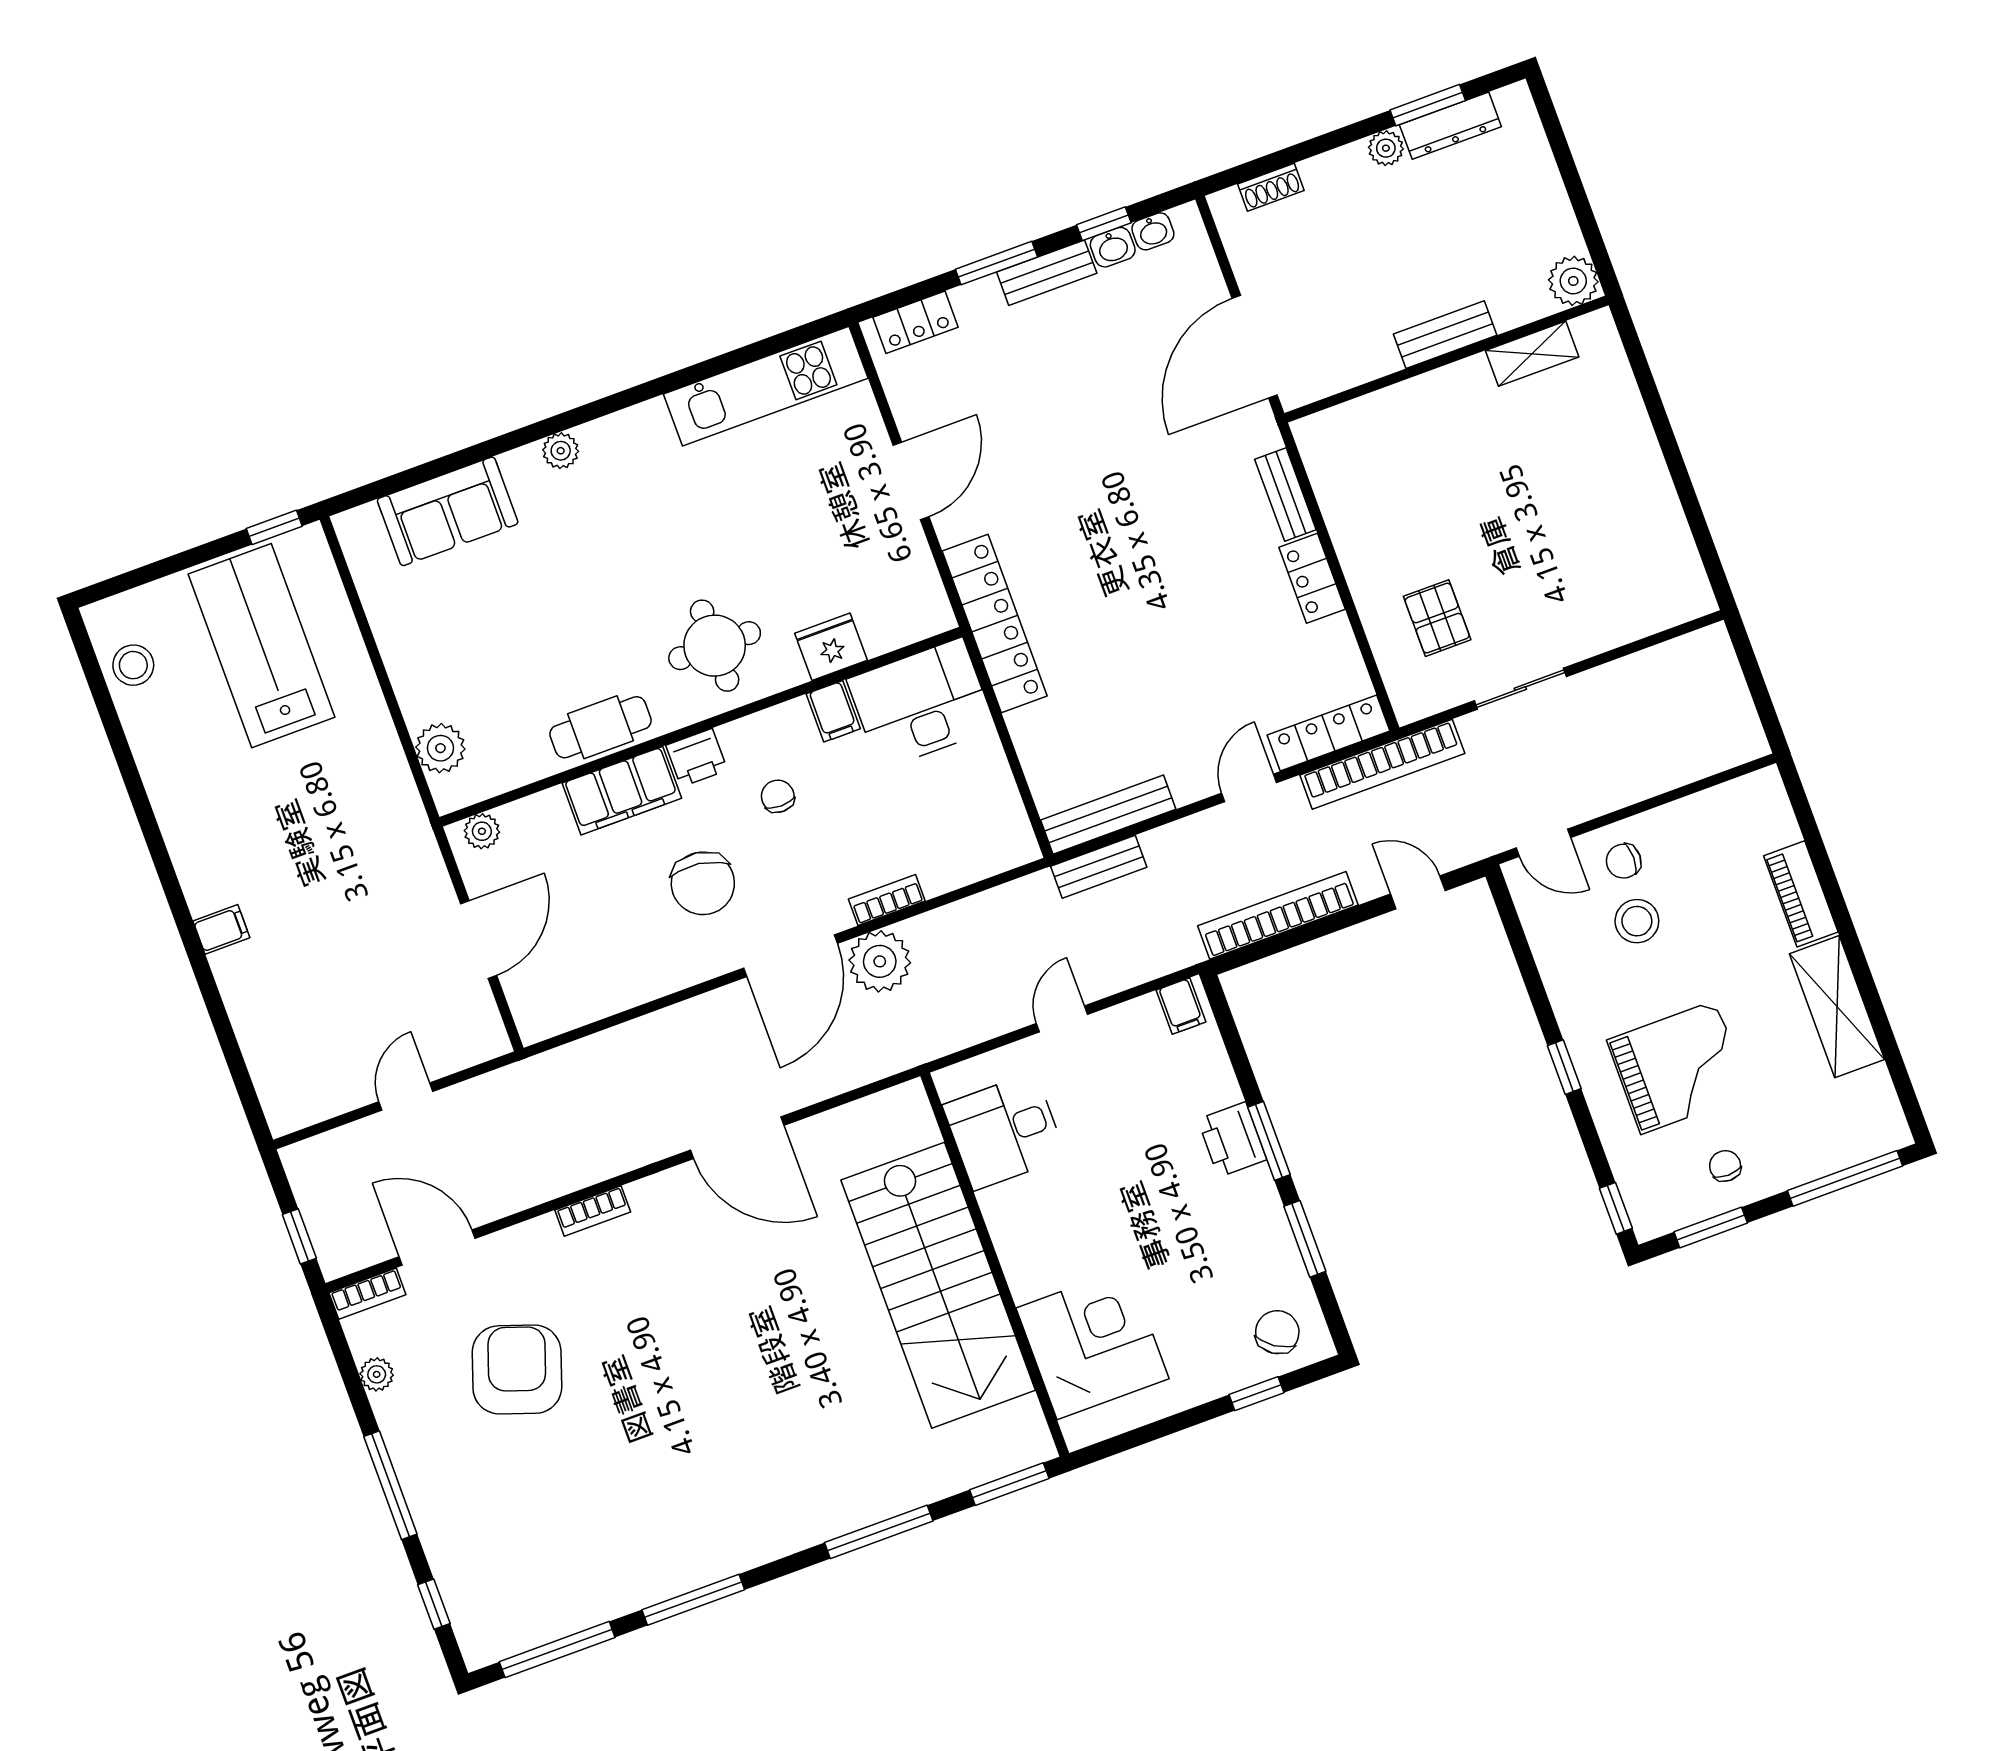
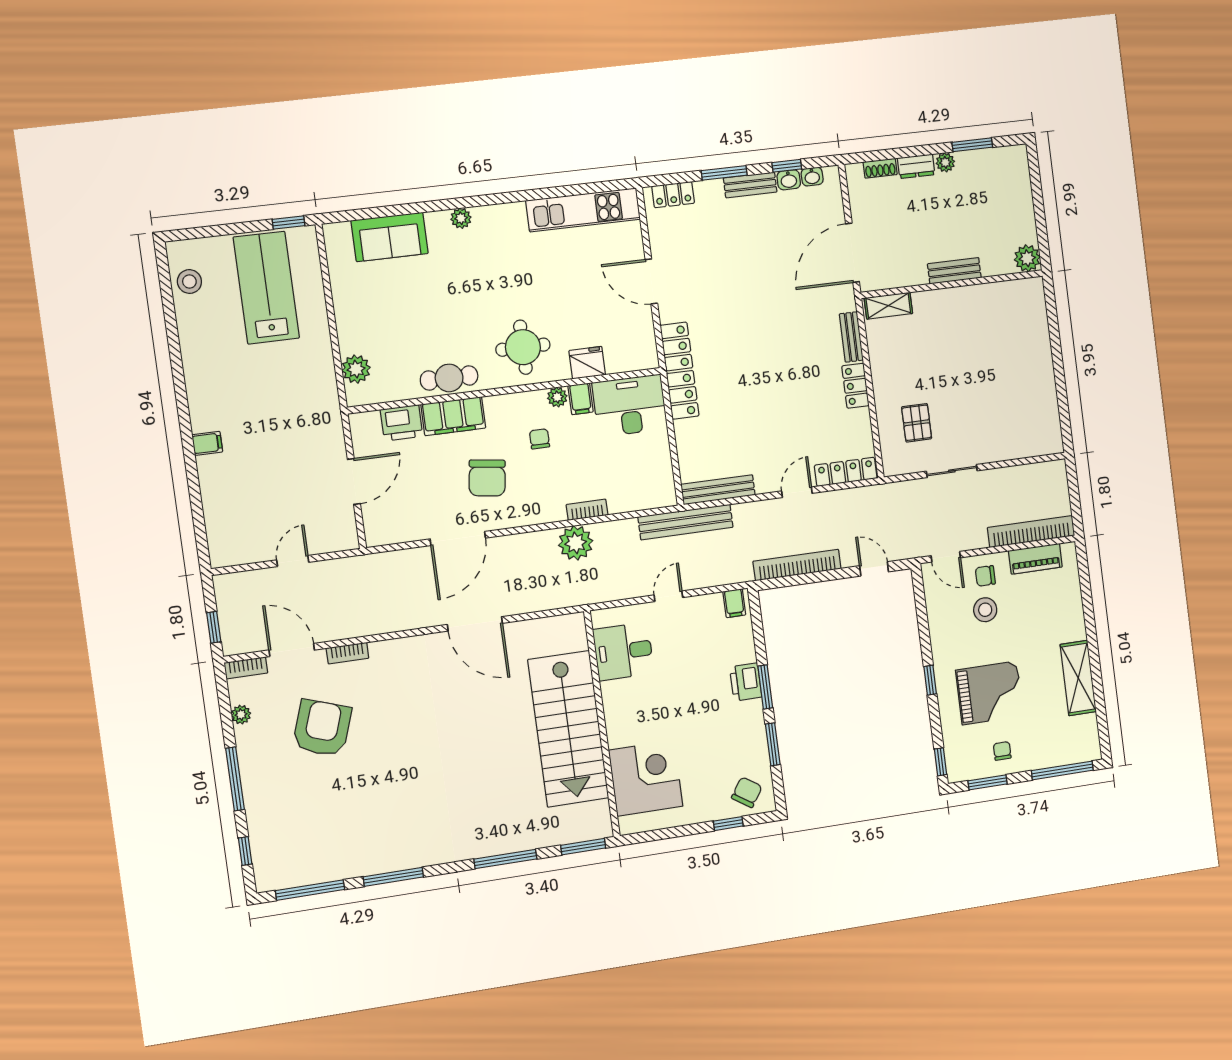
dresser: (1450, 126) -> (916, 166), moved, width x0.70
shelving: (1532, 354) -> (888, 306), moved
door: (911, 481) -> (651, 281), swing flipped
printer: (697, 758) -> (402, 423), moved, width x1.36, depth x1.24
bookcase: (1382, 764) -> (1031, 532), moved, turned 180
plant: (482, 831) -> (557, 397), moved
bench: (1099, 867) -> (686, 522), width x1.86, depth x1.21
piano: (1801, 894) -> (1035, 559), moved, turned -90
door: (790, 956) -> (458, 538), moved
bookcase: (593, 1211) -> (347, 653), moved

